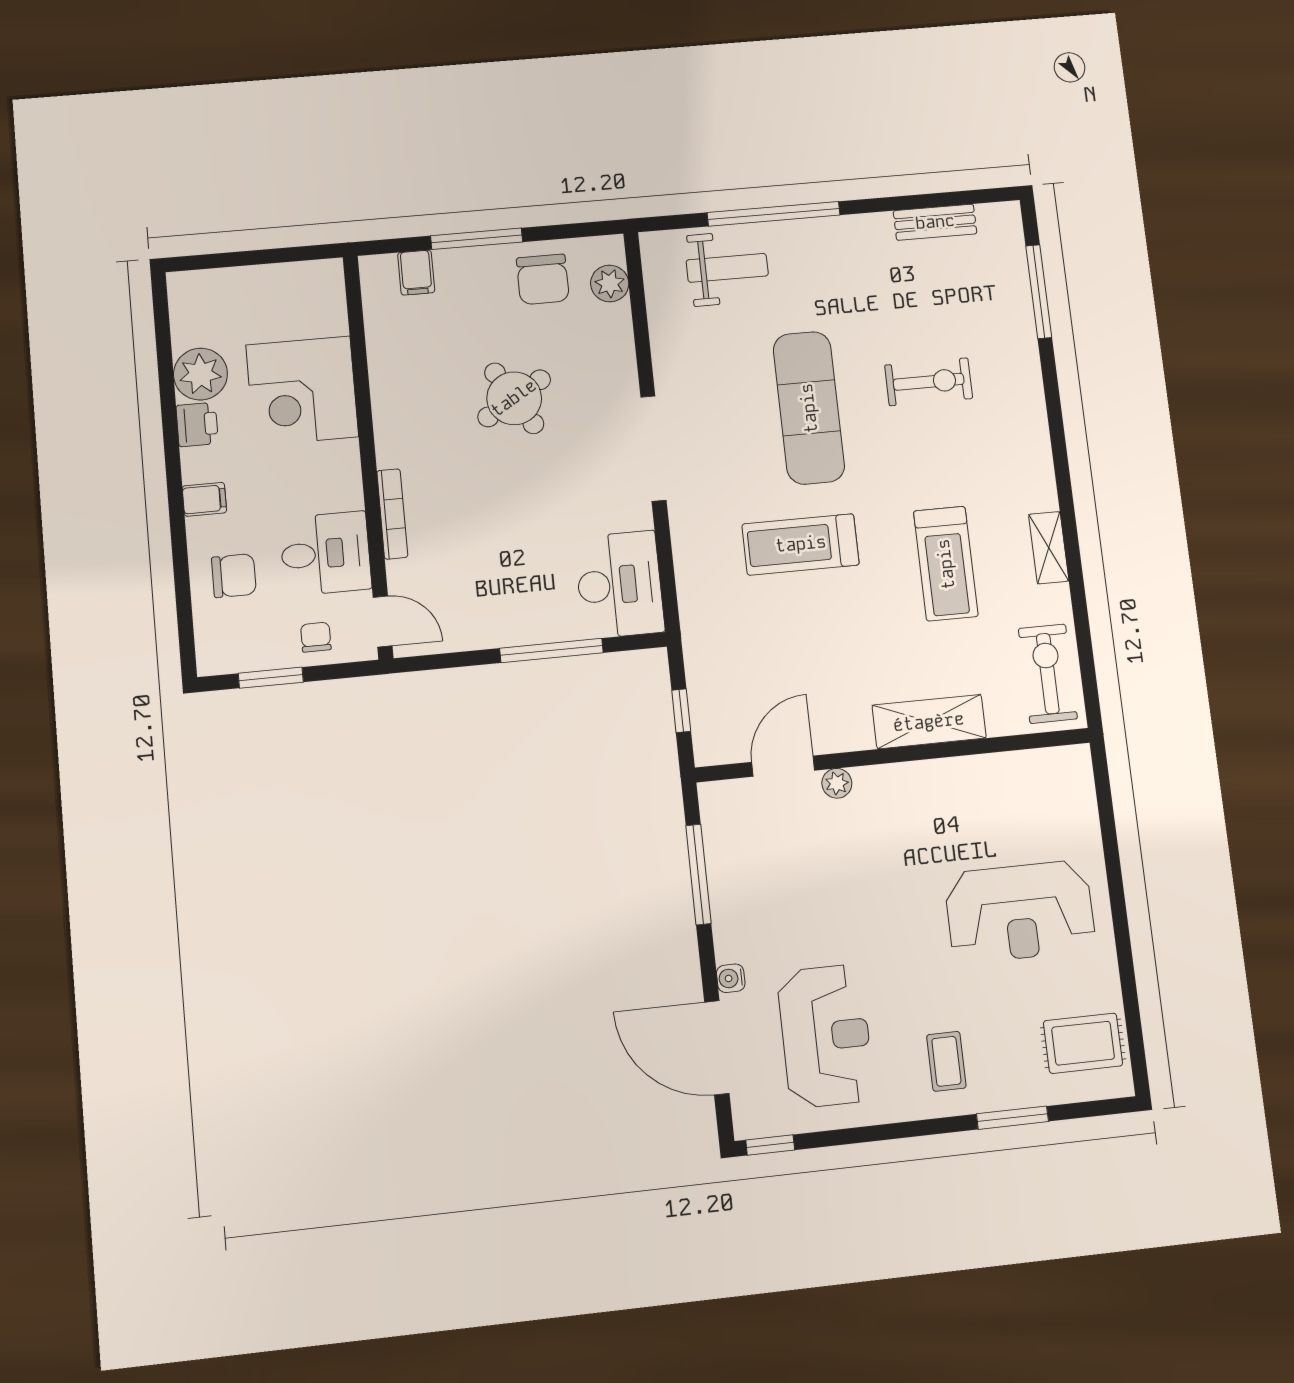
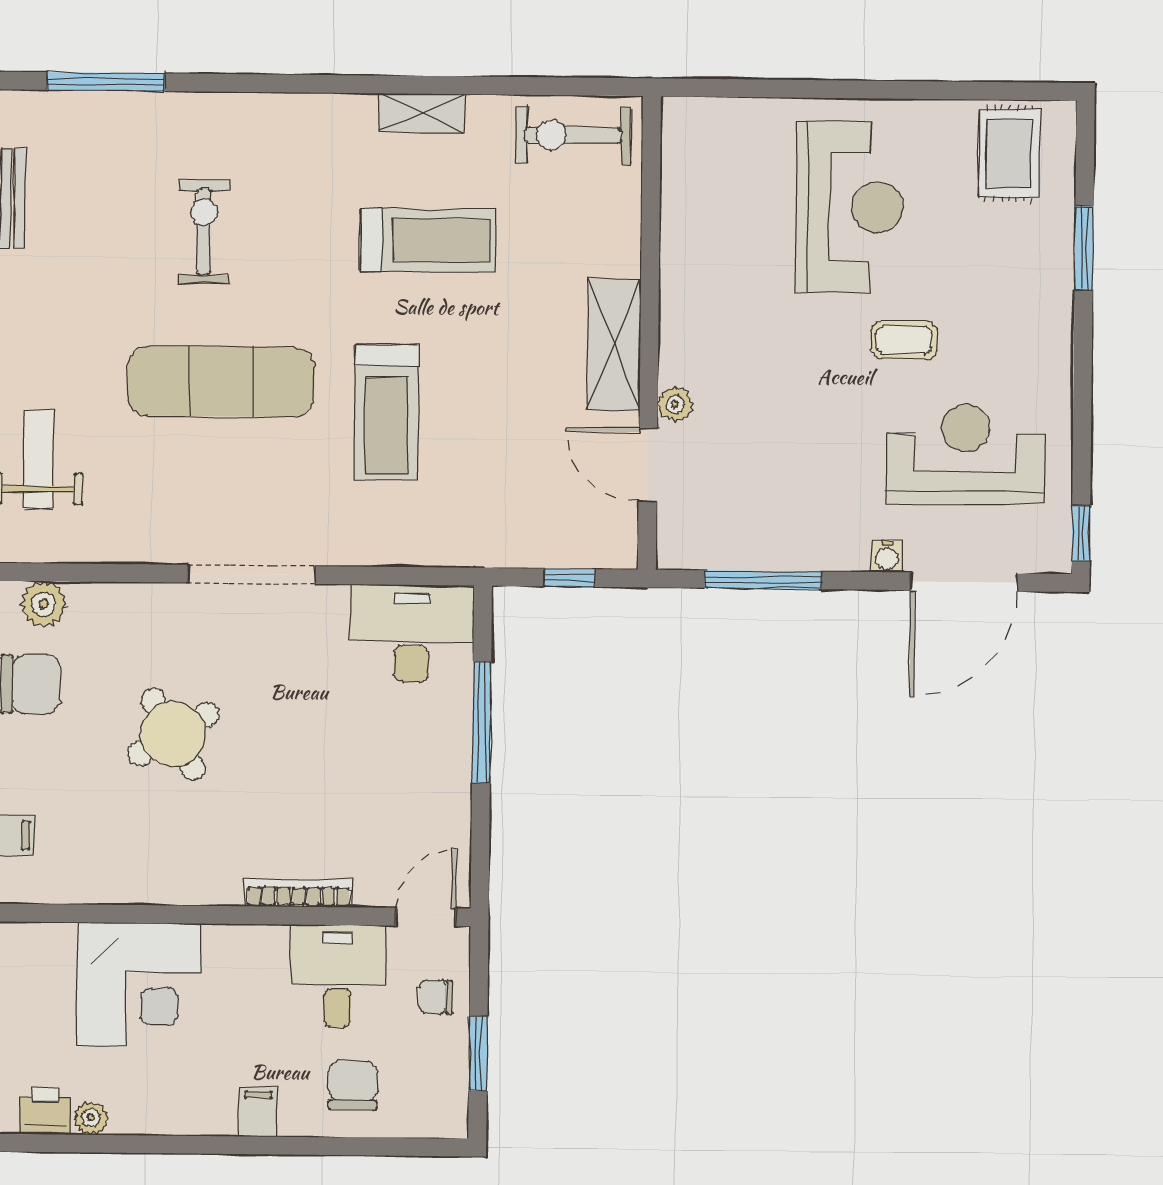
plant: (200, 374) -> (91, 1118), width x0.53, depth x0.53
printer: (197, 424) -> (45, 1111), moved
shelving: (929, 722) -> (614, 344), moved
coffee table: (946, 1061) -> (904, 340), moved

